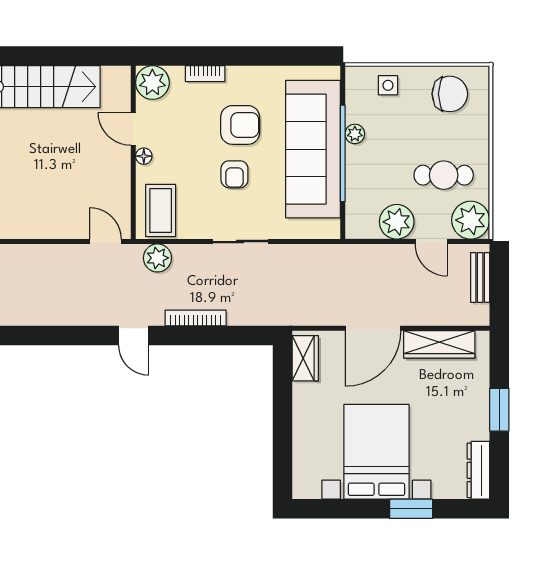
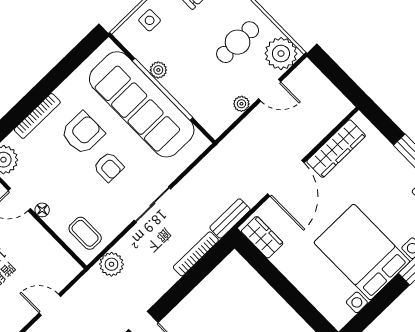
bookcase: (205, 74) -> (37, 116), width x1.56
coffee table: (161, 211) -> (85, 233), width x0.73, depth x0.77
plant: (397, 222) -> (241, 104), width x0.53, depth x0.53
door: (105, 242) -> (50, 305), moved
bench: (480, 277) -> (230, 219), moved, turned 90
bookcase: (196, 318) -> (196, 254), moved

